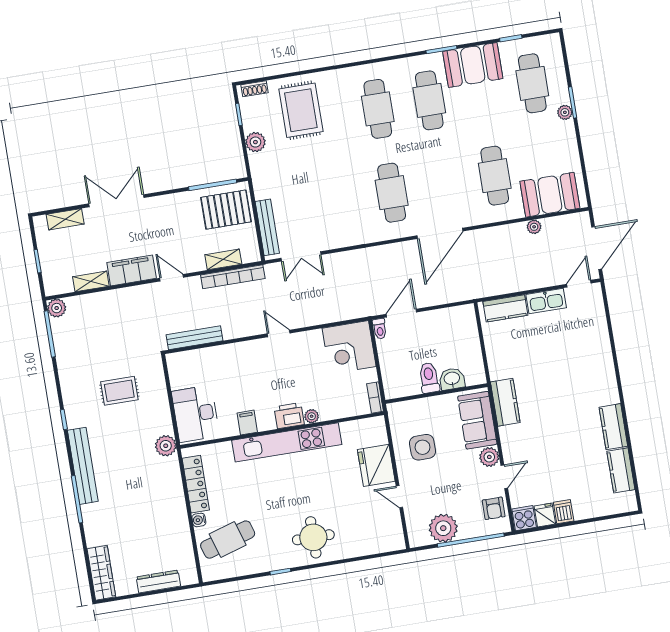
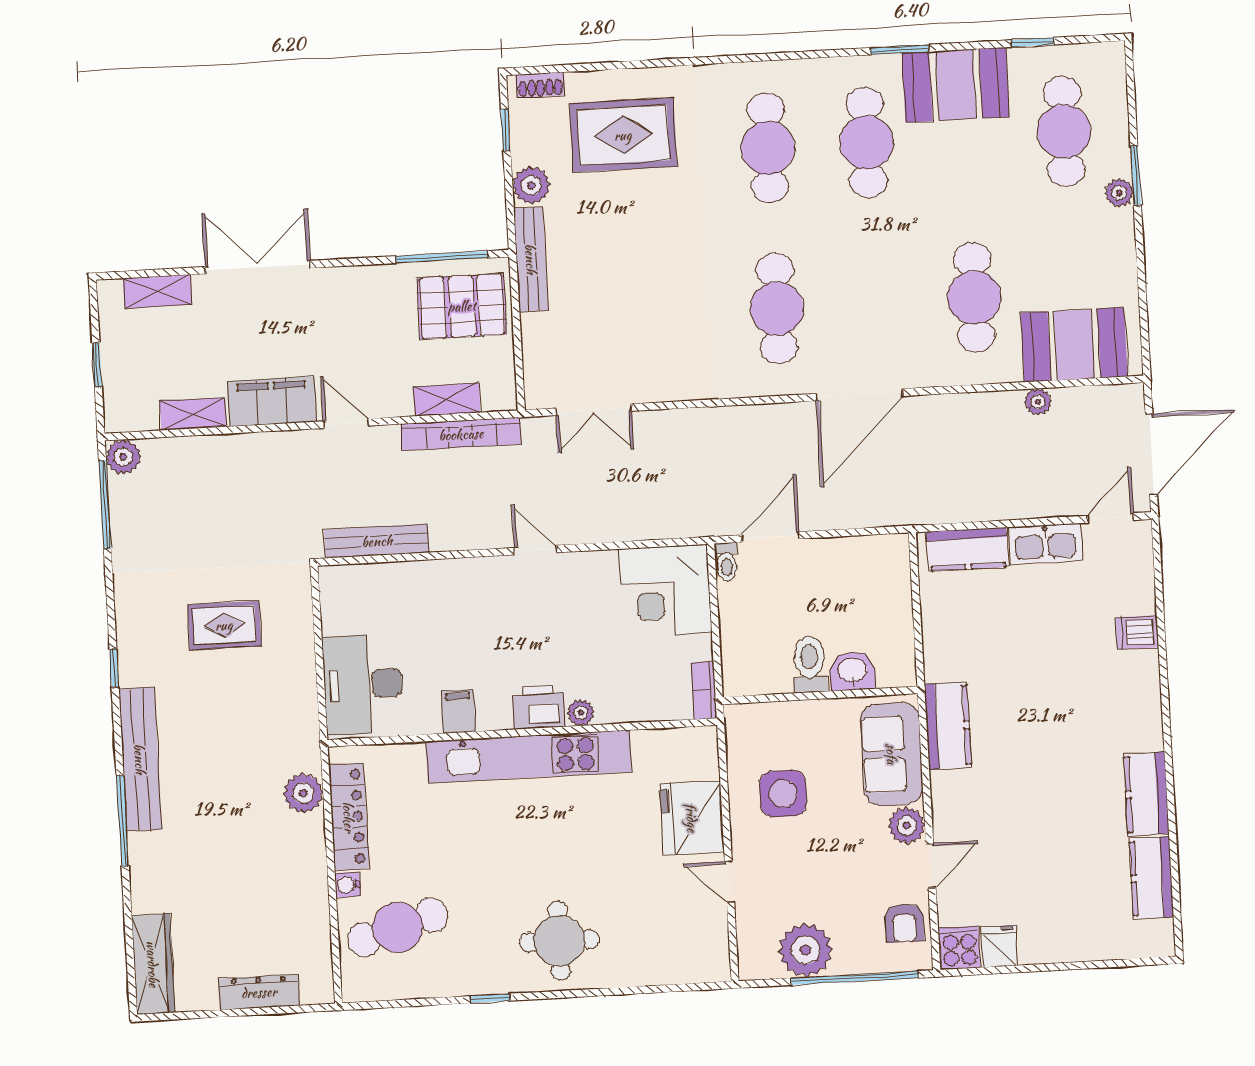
rug: (301, 110) -> (623, 135), turned 90
bench: (267, 227) -> (531, 259), moved
plant: (166, 446) -> (303, 793), moved
dishwasher: (564, 512) -> (1137, 632), moved, turned -90

